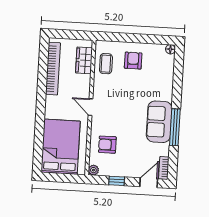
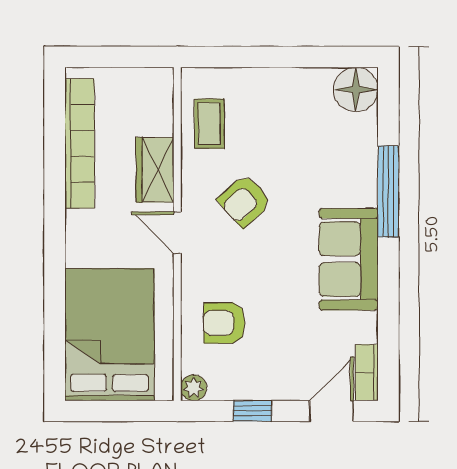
floor lamp: (170, 49) -> (356, 89), width x1.89, depth x1.89
wardrobe: (84, 60) -> (155, 170), moved
armchair: (133, 61) -> (245, 201), moved, turned -132
window: (175, 127) -> (388, 192), moved

